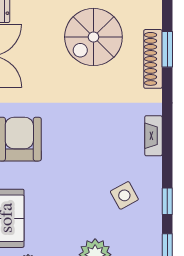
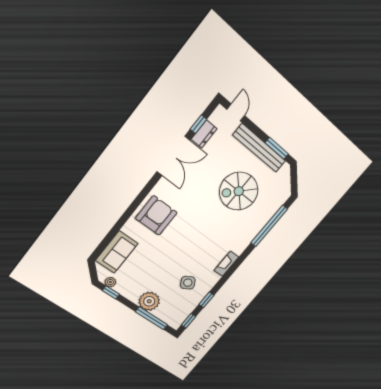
window: (167, 49) -> (269, 226), width x2.11
shoe rack: (153, 59) -> (258, 226), removed

